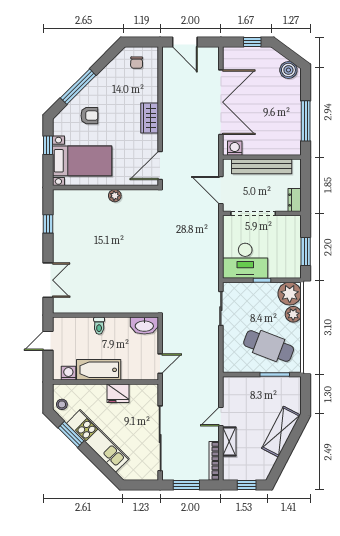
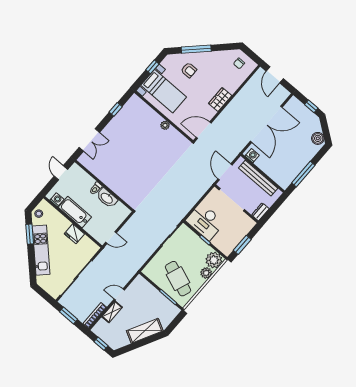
washbasin: (144, 326) -> (107, 198), moved
door: (48, 341) -> (61, 173), hinge flipped

